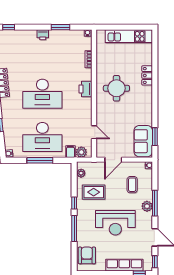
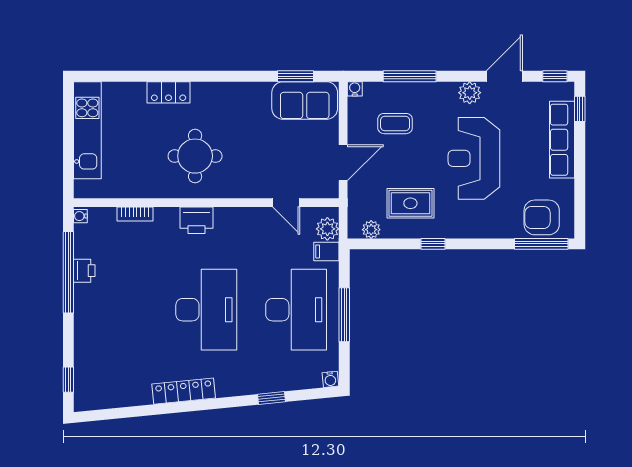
window: (60, 27) -> (68, 272), width x2.11
printer: (43, 35) -> (84, 271), moved
door: (94, 132) -> (286, 203), swing flipped
door: (113, 160) -> (343, 163), hinge flipped
rug: (94, 192) -> (410, 203), turned 90
window: (155, 203) -> (410, 76), moved
plant: (147, 206) -> (470, 93), moved
reception desk: (115, 223) -> (474, 158), turned 180
window: (74, 229) -> (541, 244), moved

